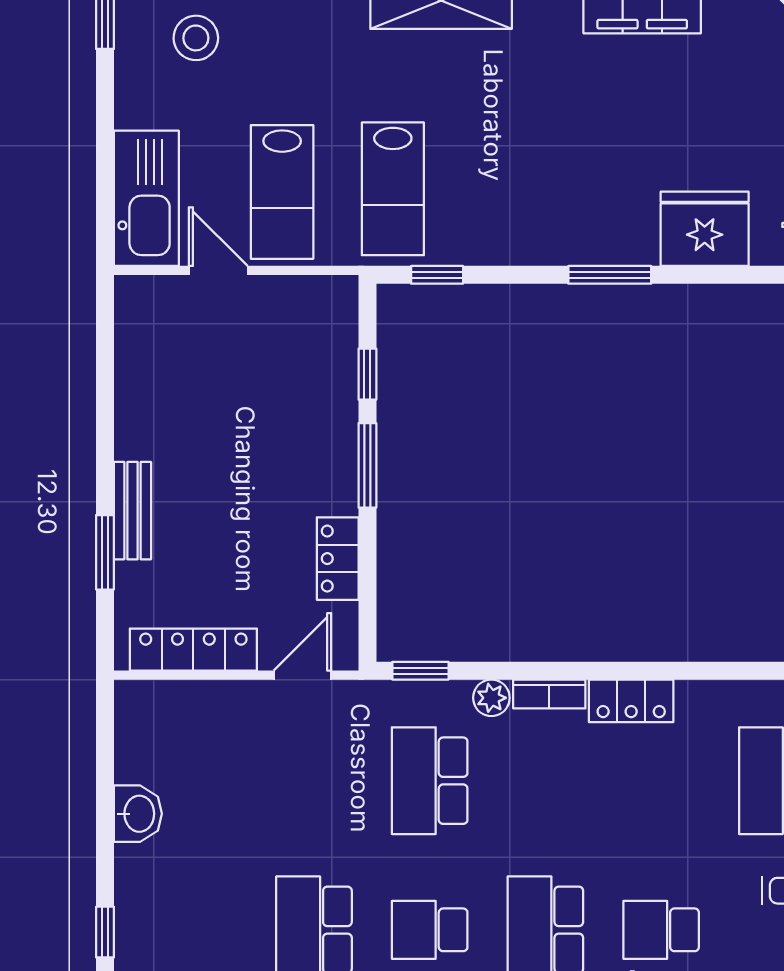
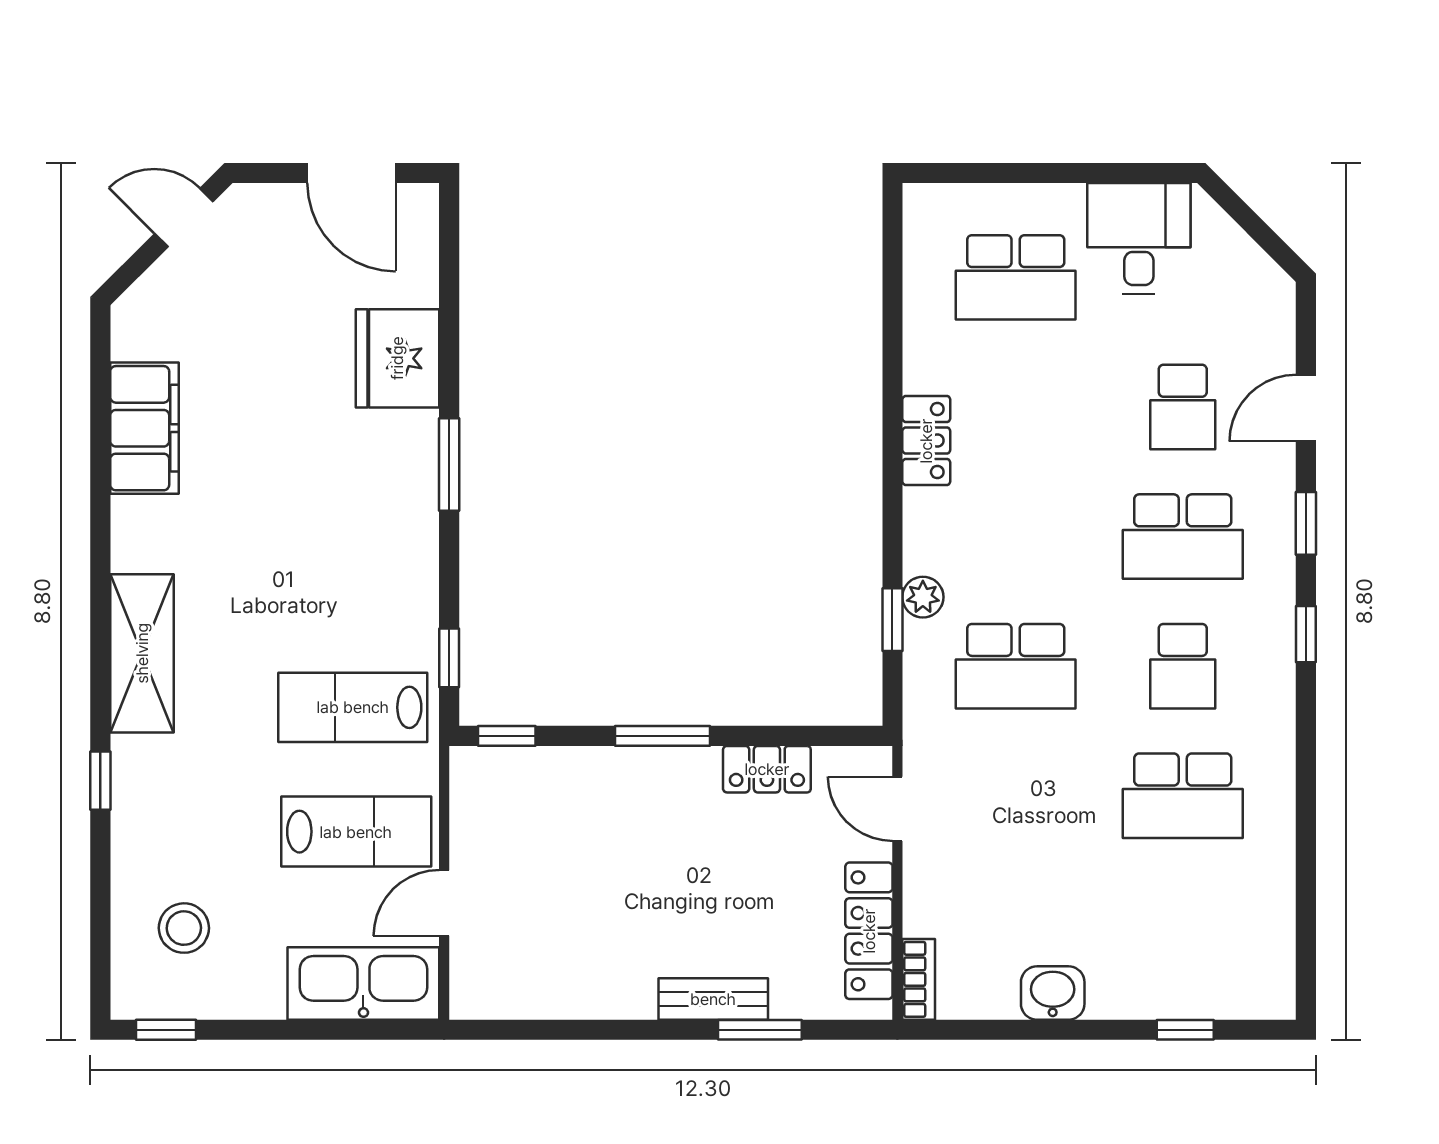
lab bench: (393, 189) -> (353, 707), turned 180
window: (367, 374) -> (507, 736), moved
window: (420, 671) -> (892, 620), moved
bookcase: (549, 694) -> (919, 979), moved

